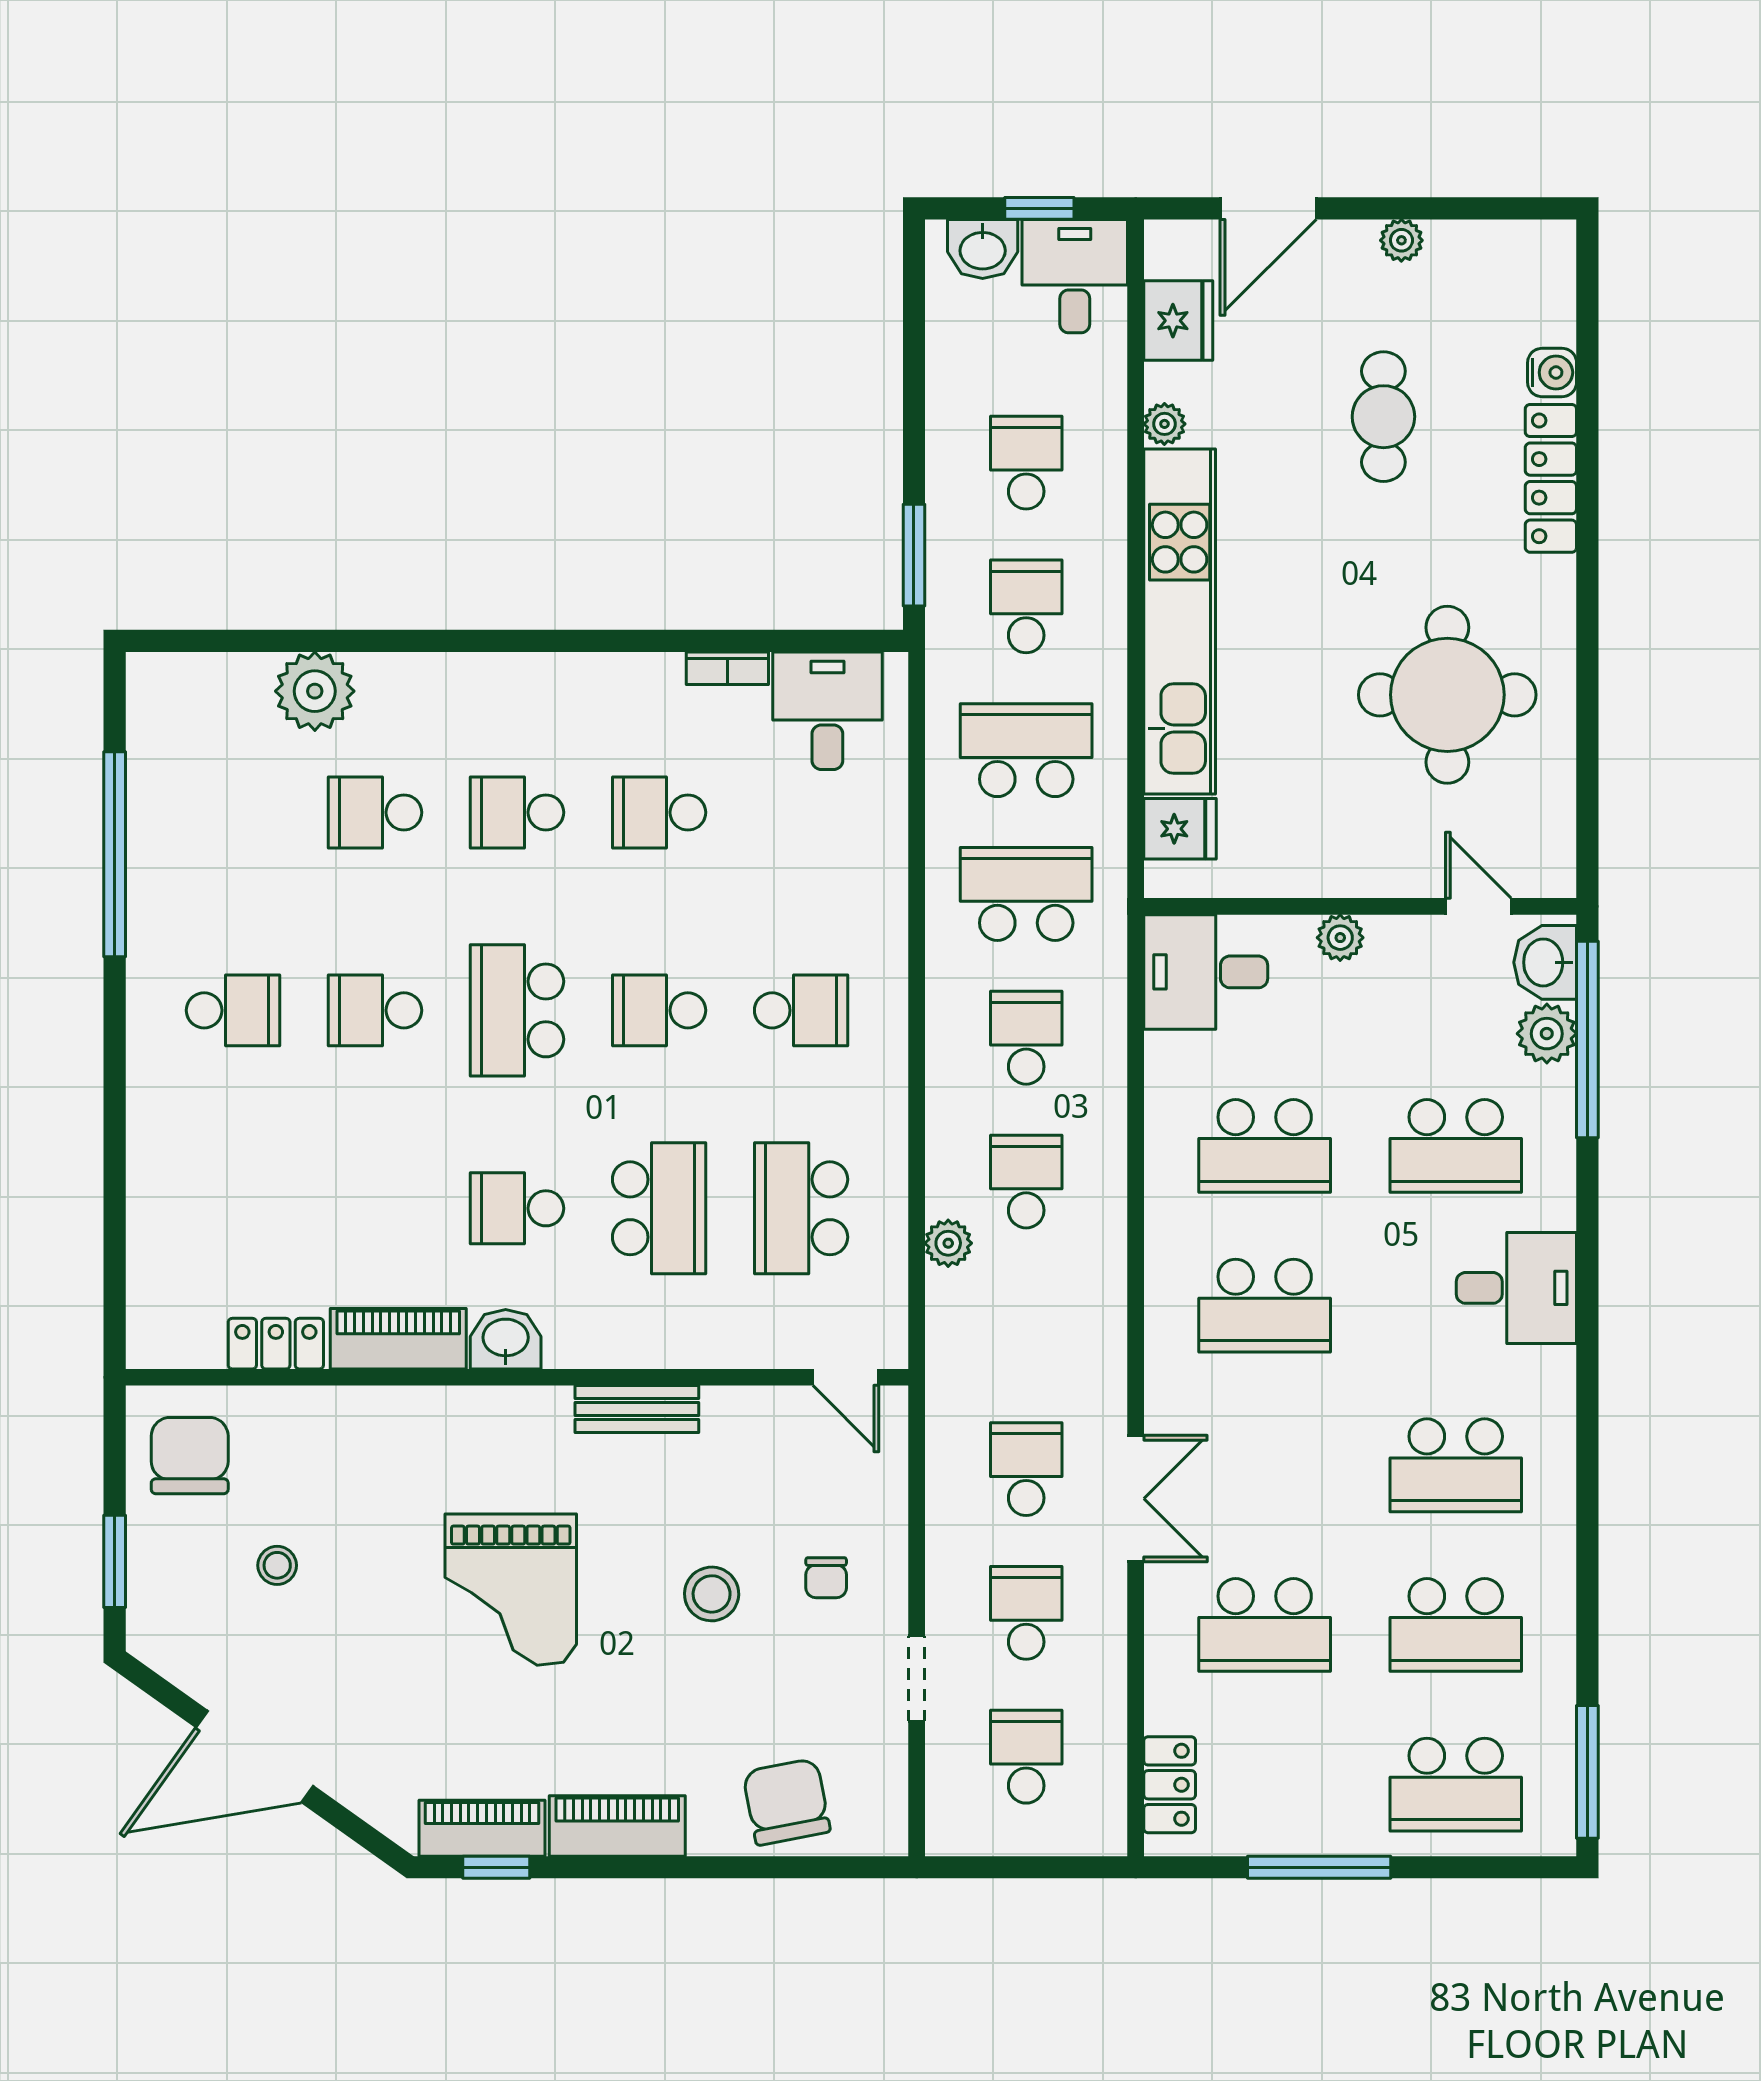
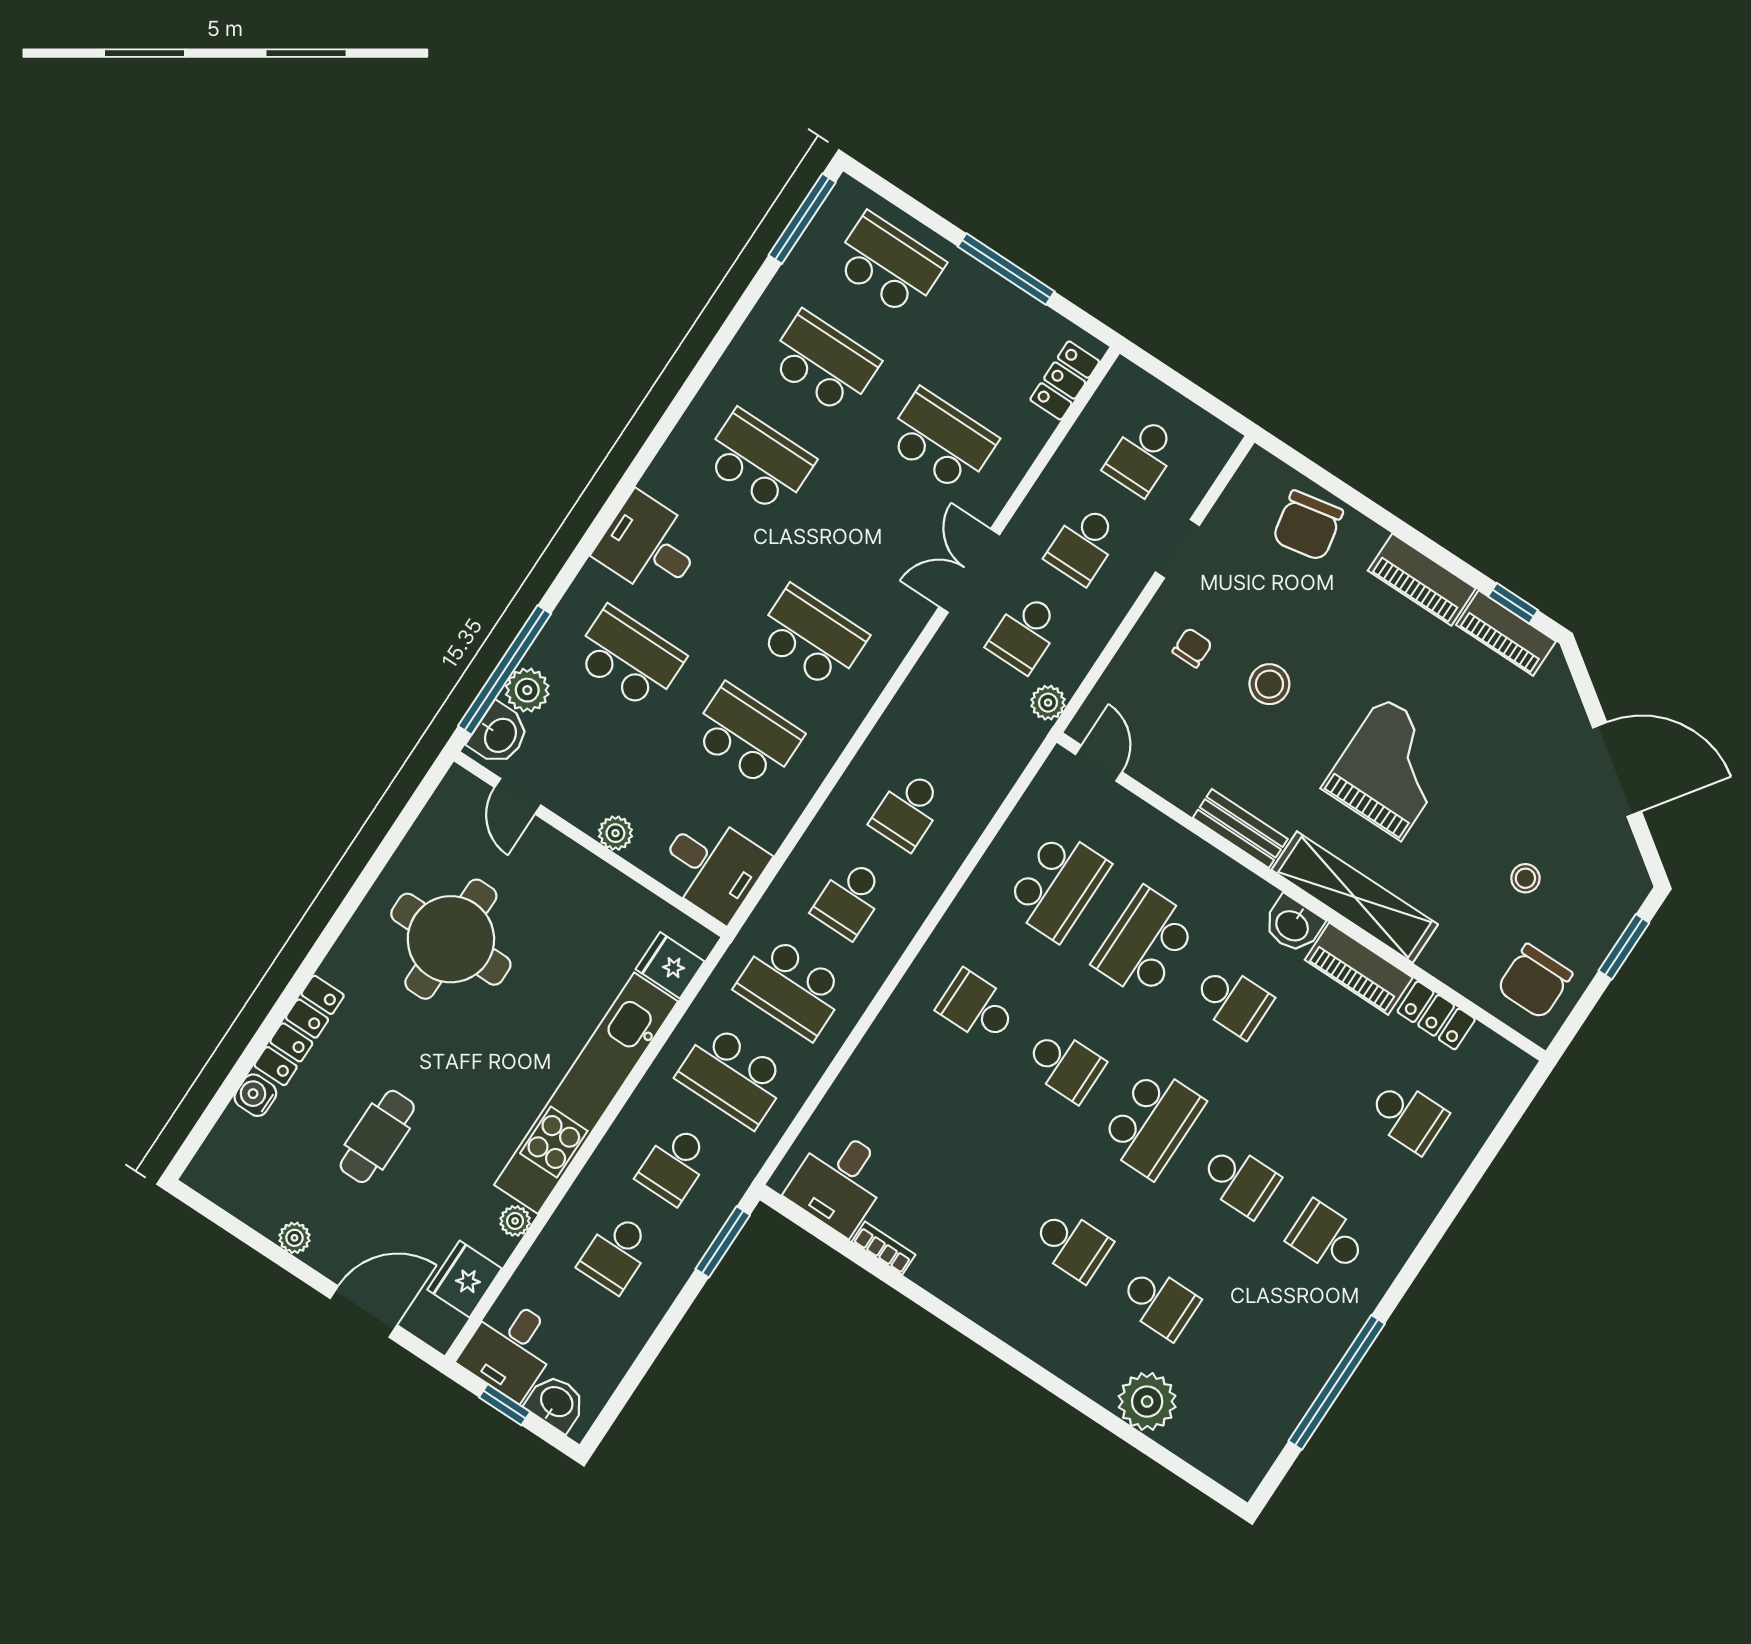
school desk: (659, 812) -> (1408, 1116), moved
plant: (948, 1243) -> (1048, 703), moved
shelving: (456, 1417) -> (1355, 897), added

